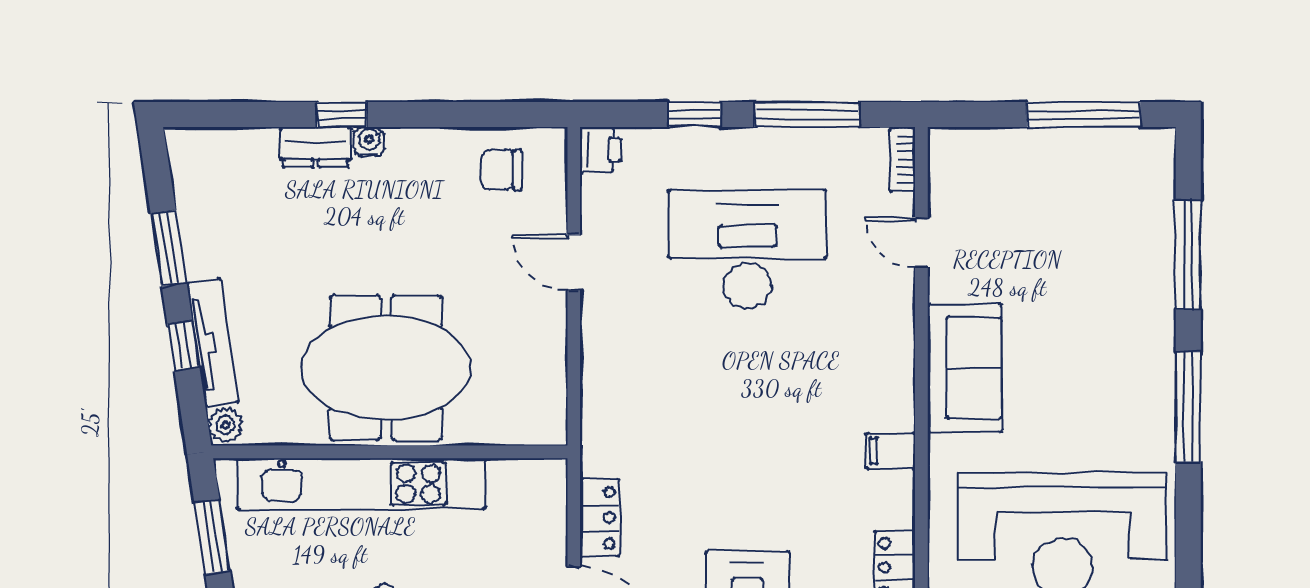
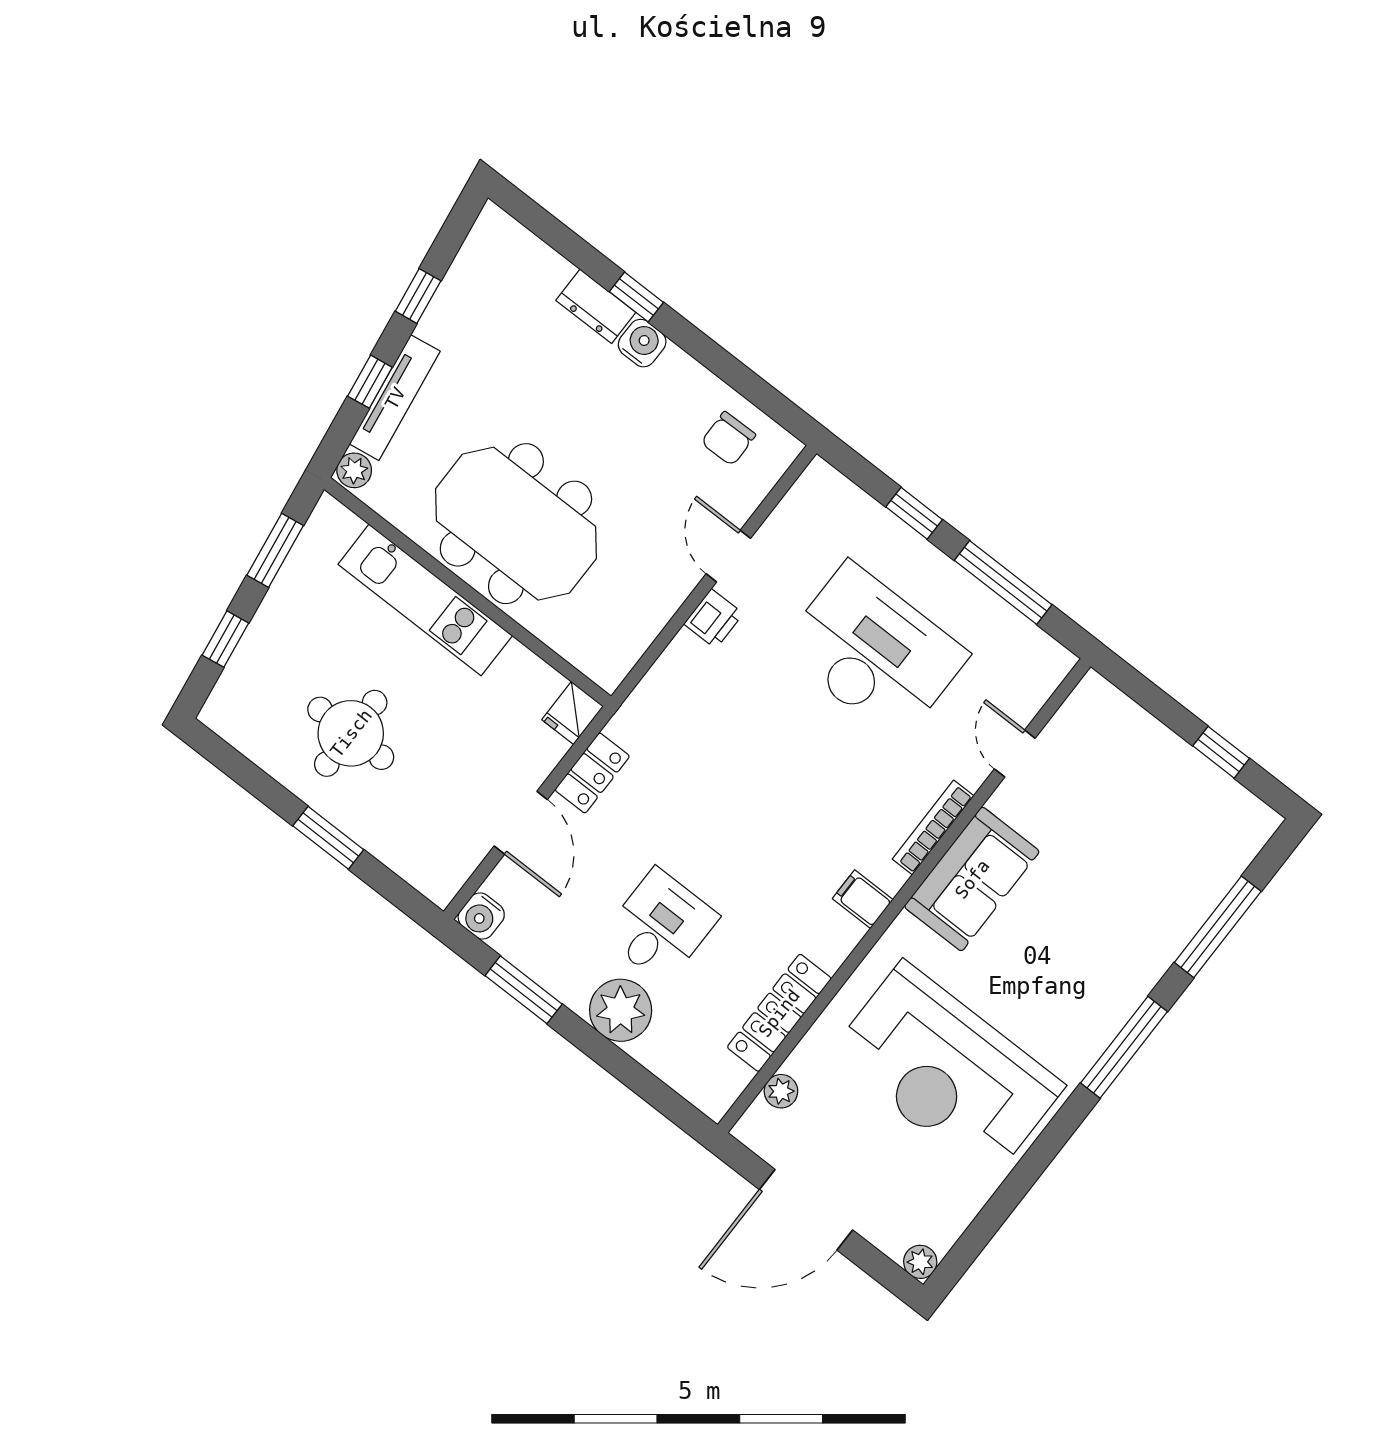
window: (1084, 115) -> (1221, 752), width x0.46
water cooler: (369, 142) -> (642, 343), width x1.38, depth x1.38
printer: (600, 150) -> (714, 619), moved
bookcase: (902, 160) -> (933, 827), moved, width x1.56
chair: (501, 170) -> (728, 439), turned -91
window: (169, 248) -> (418, 296), width x0.67
fridge: (547, 482) -> (573, 713), added
kitchen unit: (361, 484) -> (425, 600), width x0.73

